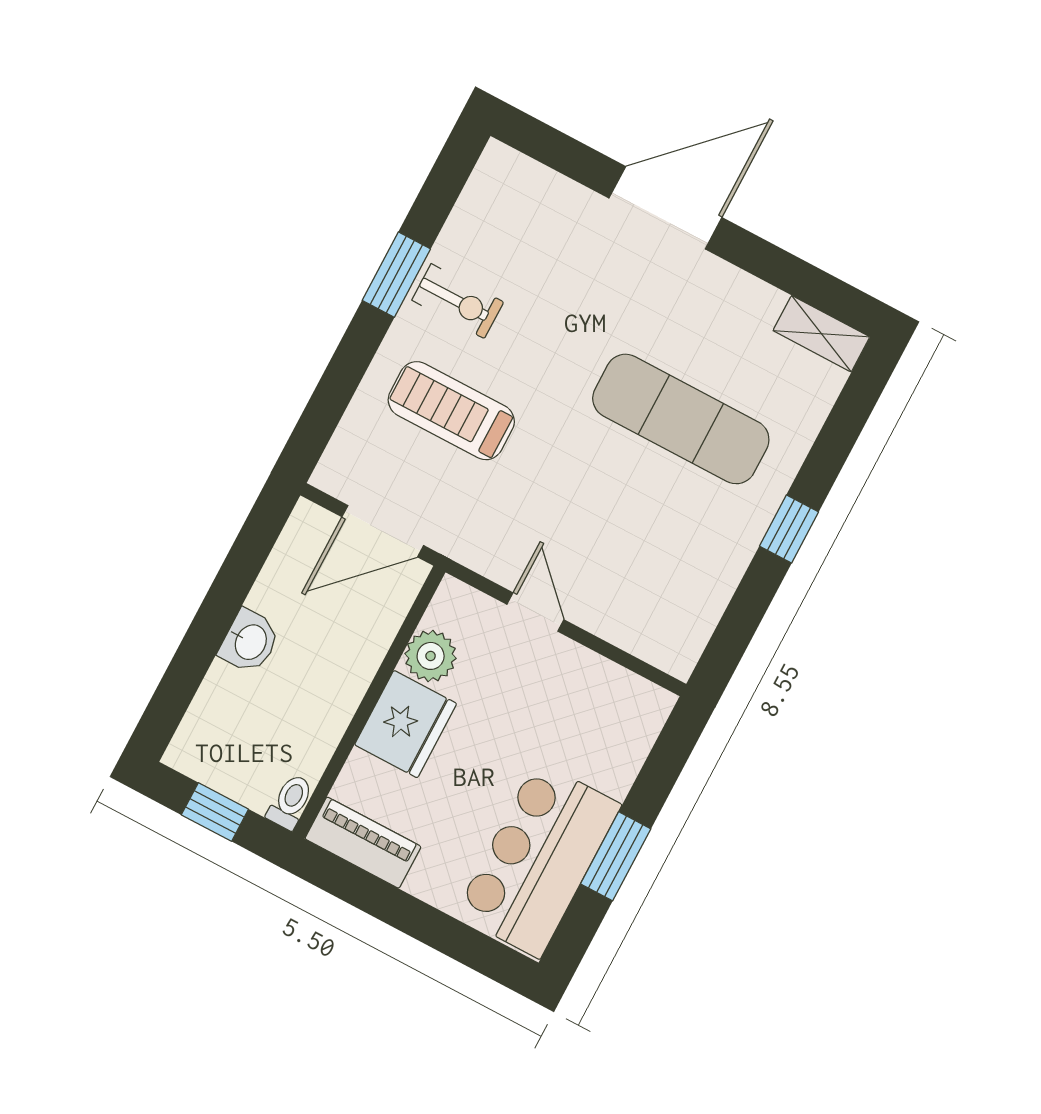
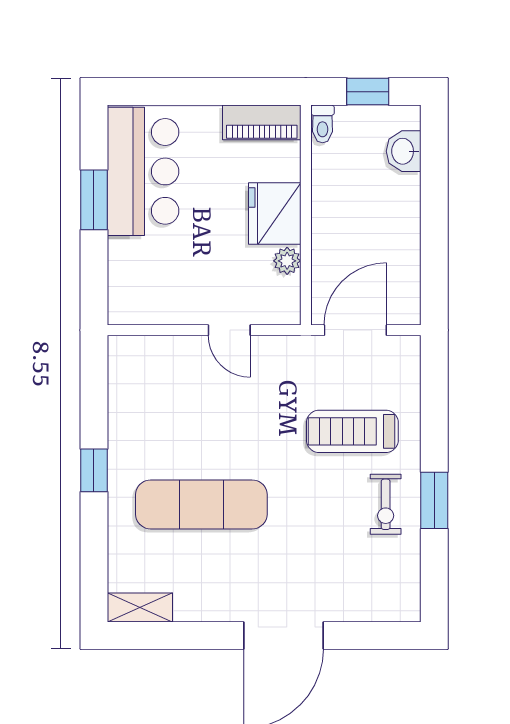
exercise bike: (458, 301) -> (386, 504), turned -90
treadmill: (451, 411) -> (352, 431), turned 180
washbasin: (250, 641) -> (404, 151), moved
plant: (431, 656) -> (287, 261), width x0.73, depth x0.73

